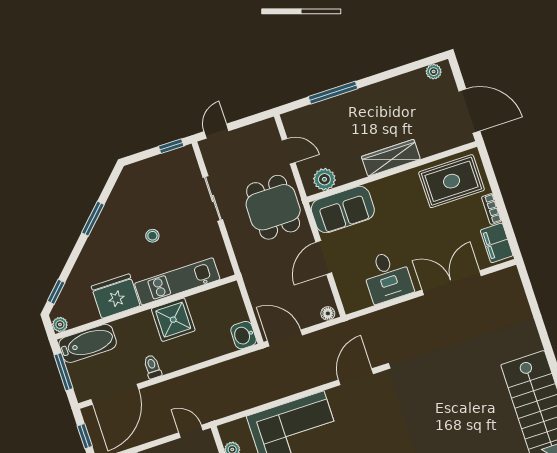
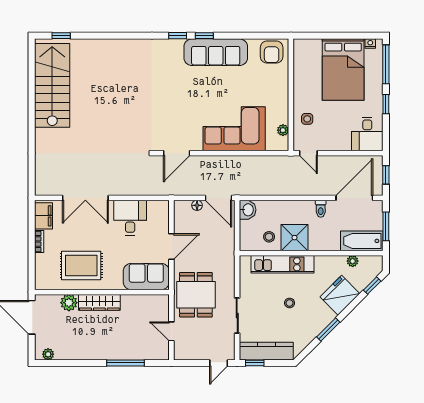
kitchen counter: (162, 166) -> (266, 351), added
plant: (324, 179) -> (69, 303), moved
rug: (452, 181) -> (81, 265), moved
fridge: (116, 296) -> (340, 295), moved, turned 135
stool: (205, 310) -> (269, 237), added
floor lamp: (328, 313) -> (197, 205), moved
plant: (60, 325) -> (353, 261), moved

